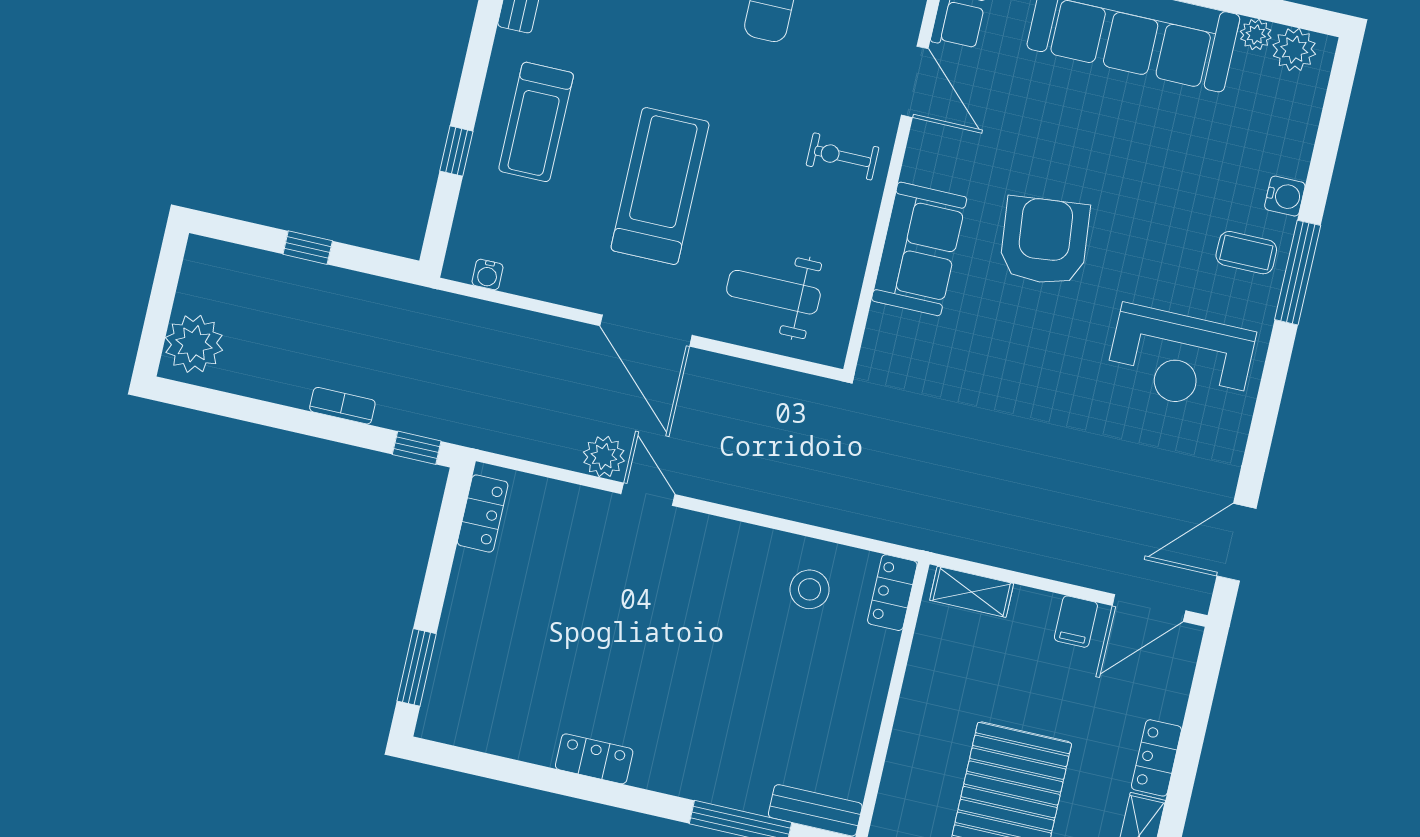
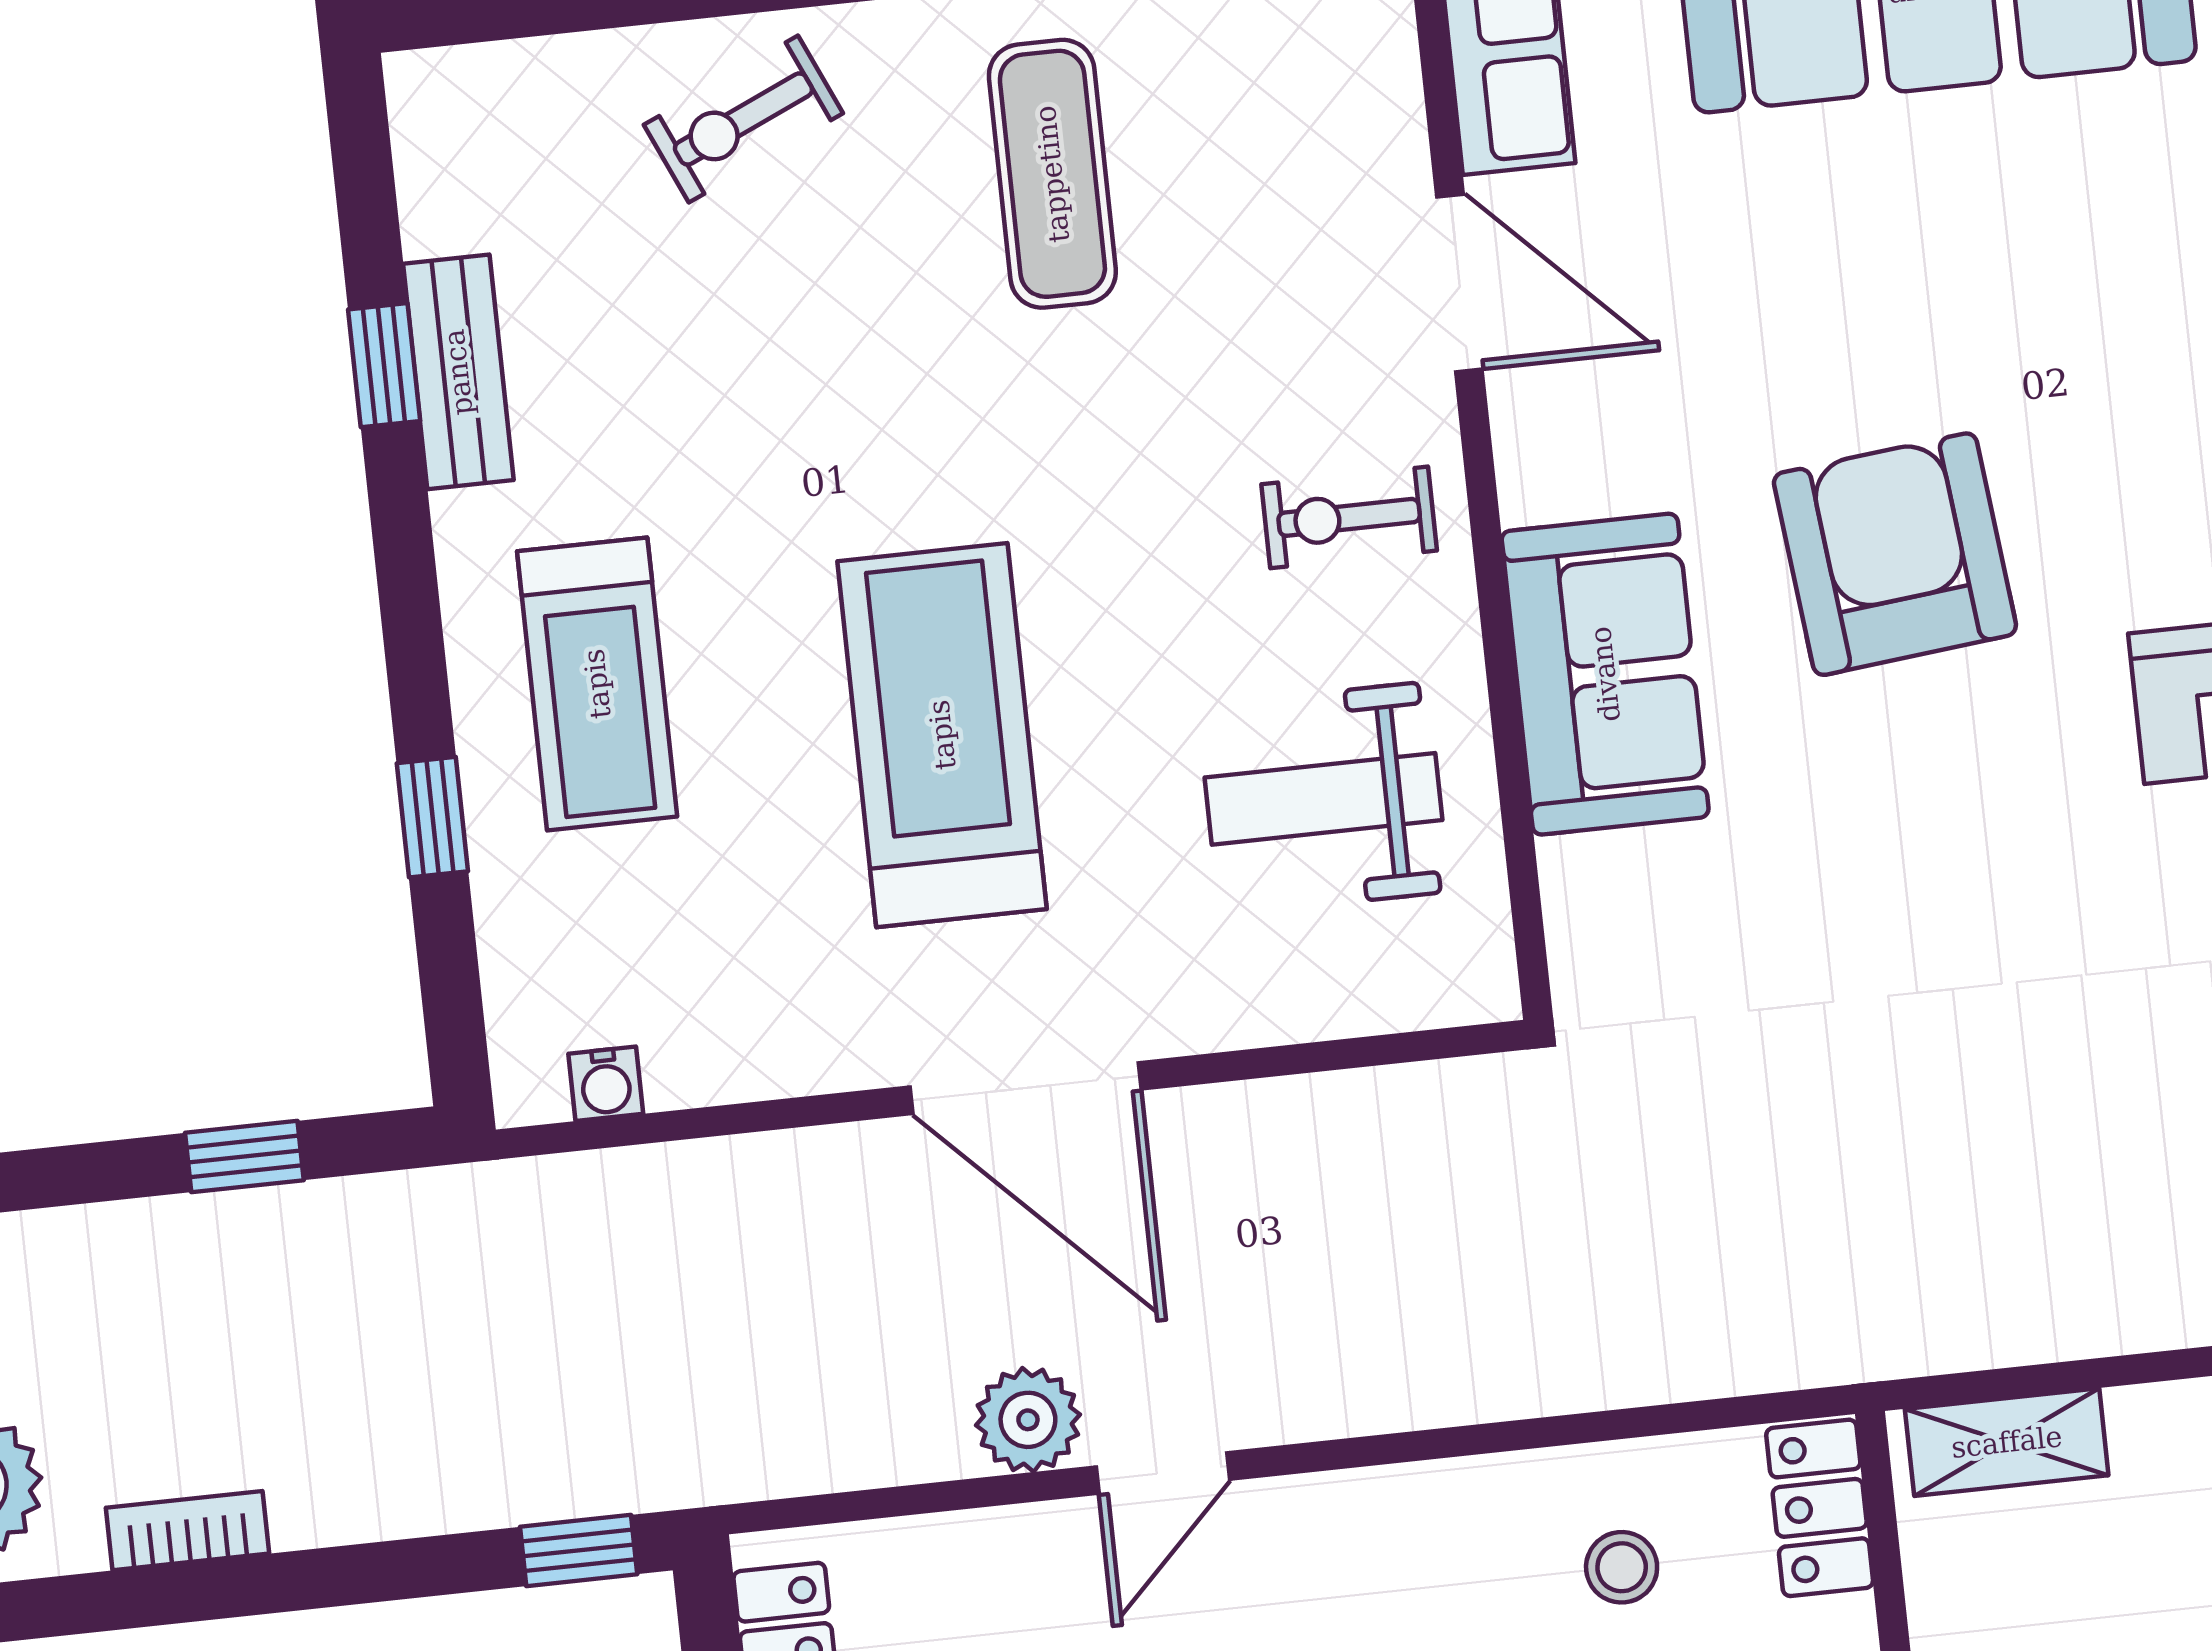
window: (308, 248) -> (244, 1157), moved
weight bench: (773, 292) -> (1323, 799), moved
bookcase: (342, 406) -> (187, 1531), moved
door: (648, 494) -> (1163, 1473), swing flipped
stool: (810, 589) -> (1622, 1567), width x0.73, depth x0.73

